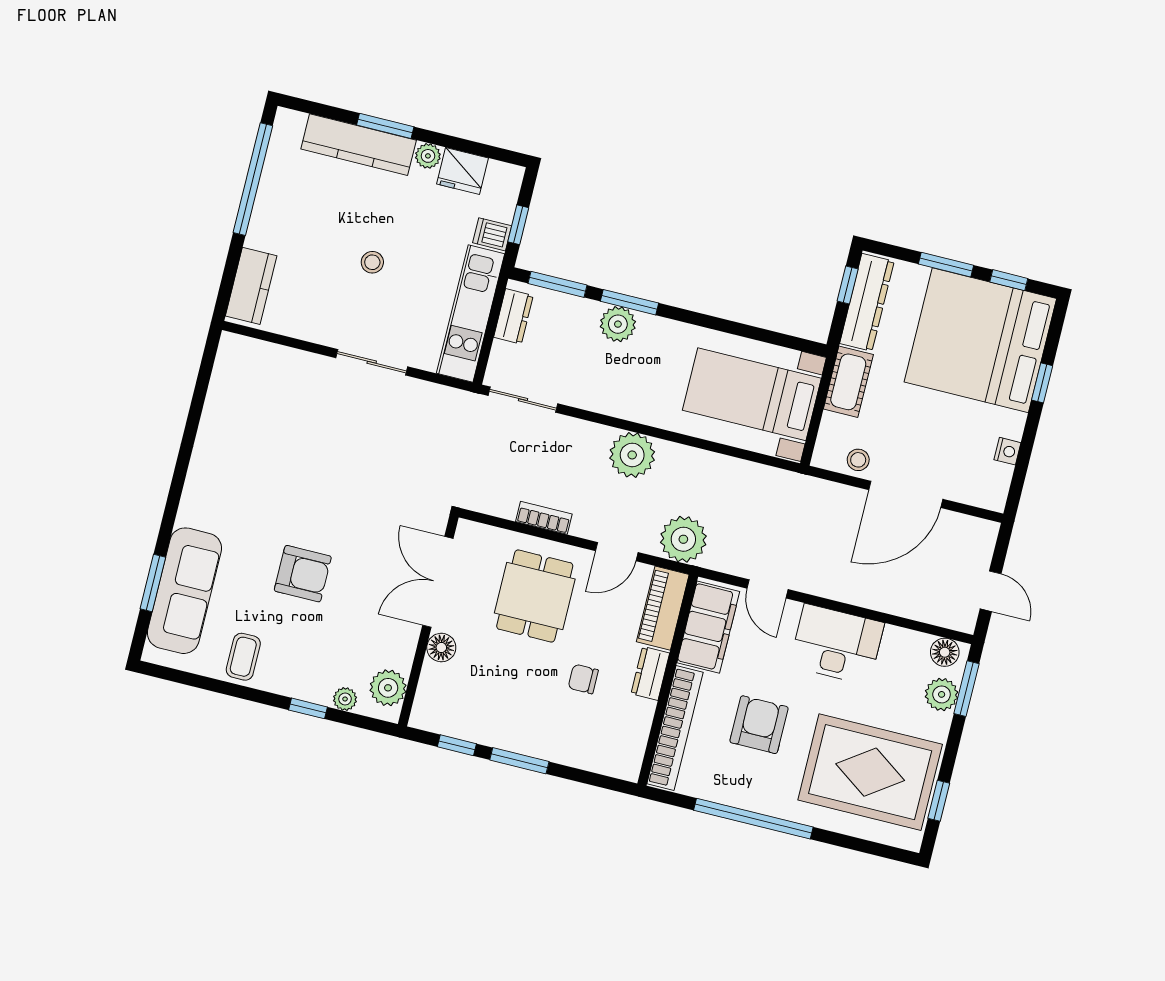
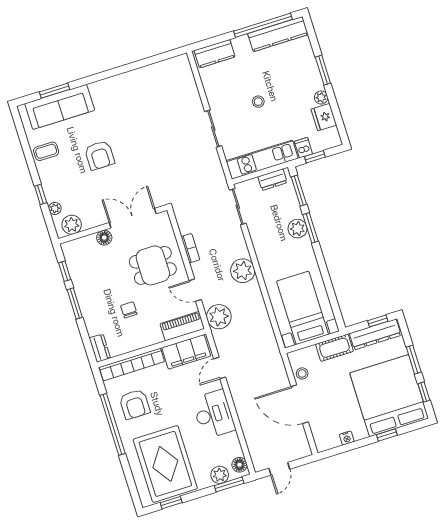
kitchen counter: (359, 145) -> (278, 34), moved, turned -90
dresser: (650, 673) -> (100, 348), moved, turned 90
armchair: (759, 725) -> (135, 404), moved, turned 90

